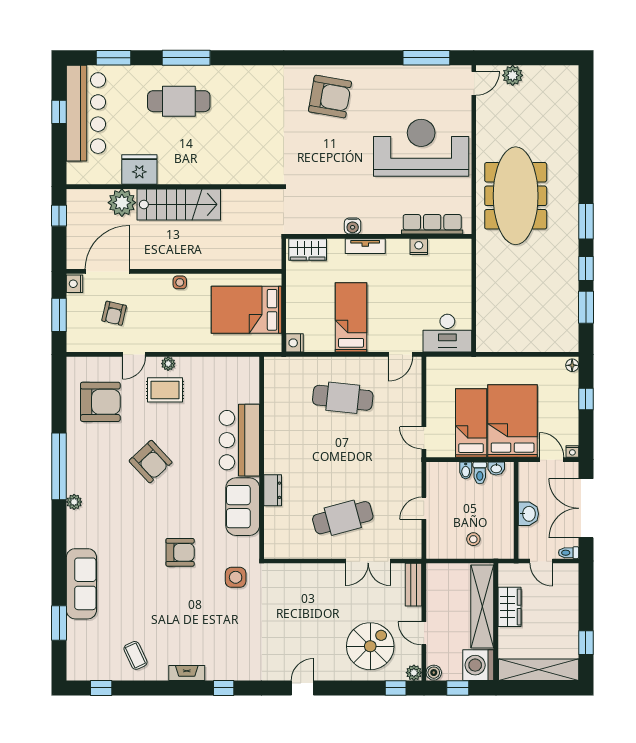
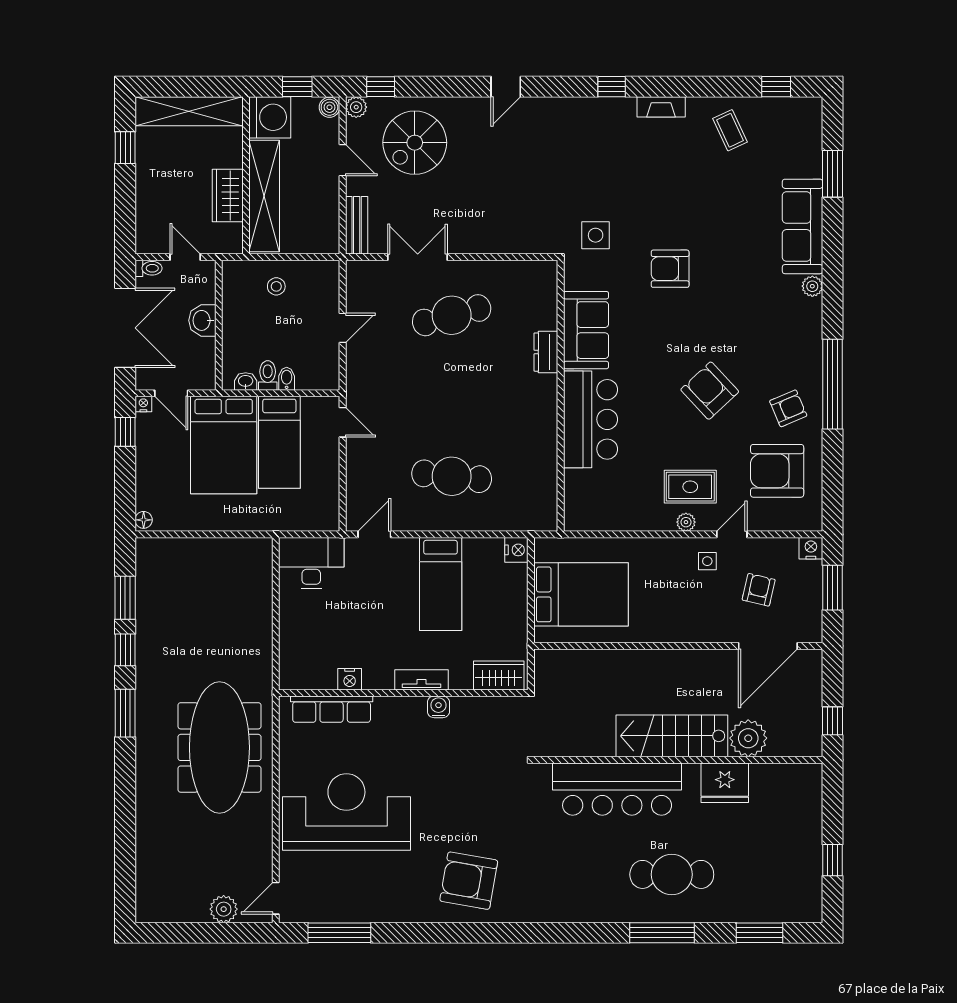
bar counter: (86, 113) -> (617, 789), moved, turned -90
reception desk: (421, 148) -> (346, 812), turned 180
side table: (180, 282) -> (707, 561), moved
nightstand: (75, 284) -> (811, 548), moved, turned -90
window: (586, 399) -> (125, 432), moved
armchair: (92, 448) -> (788, 408), added
plant: (74, 502) -> (812, 286), moved

